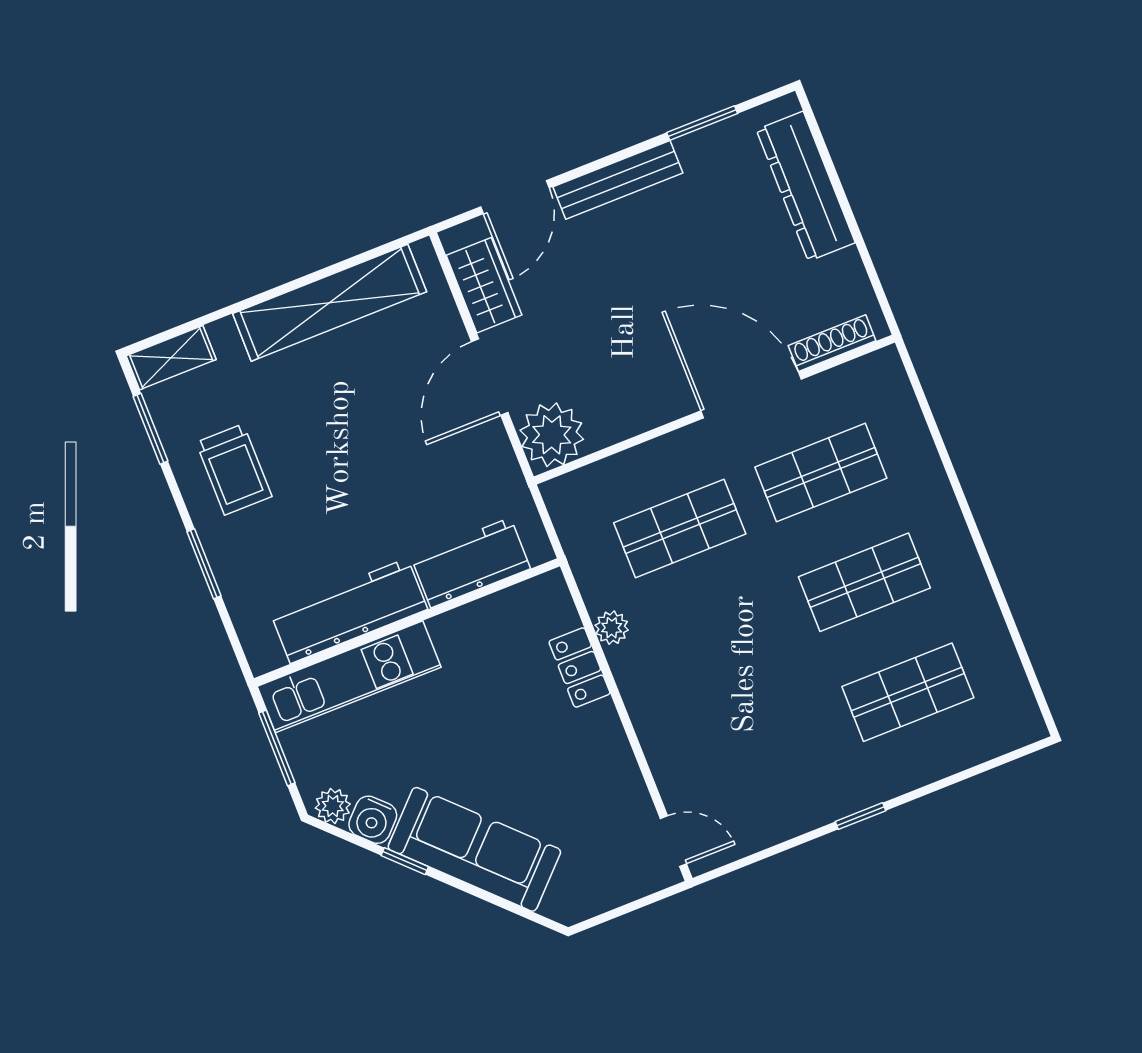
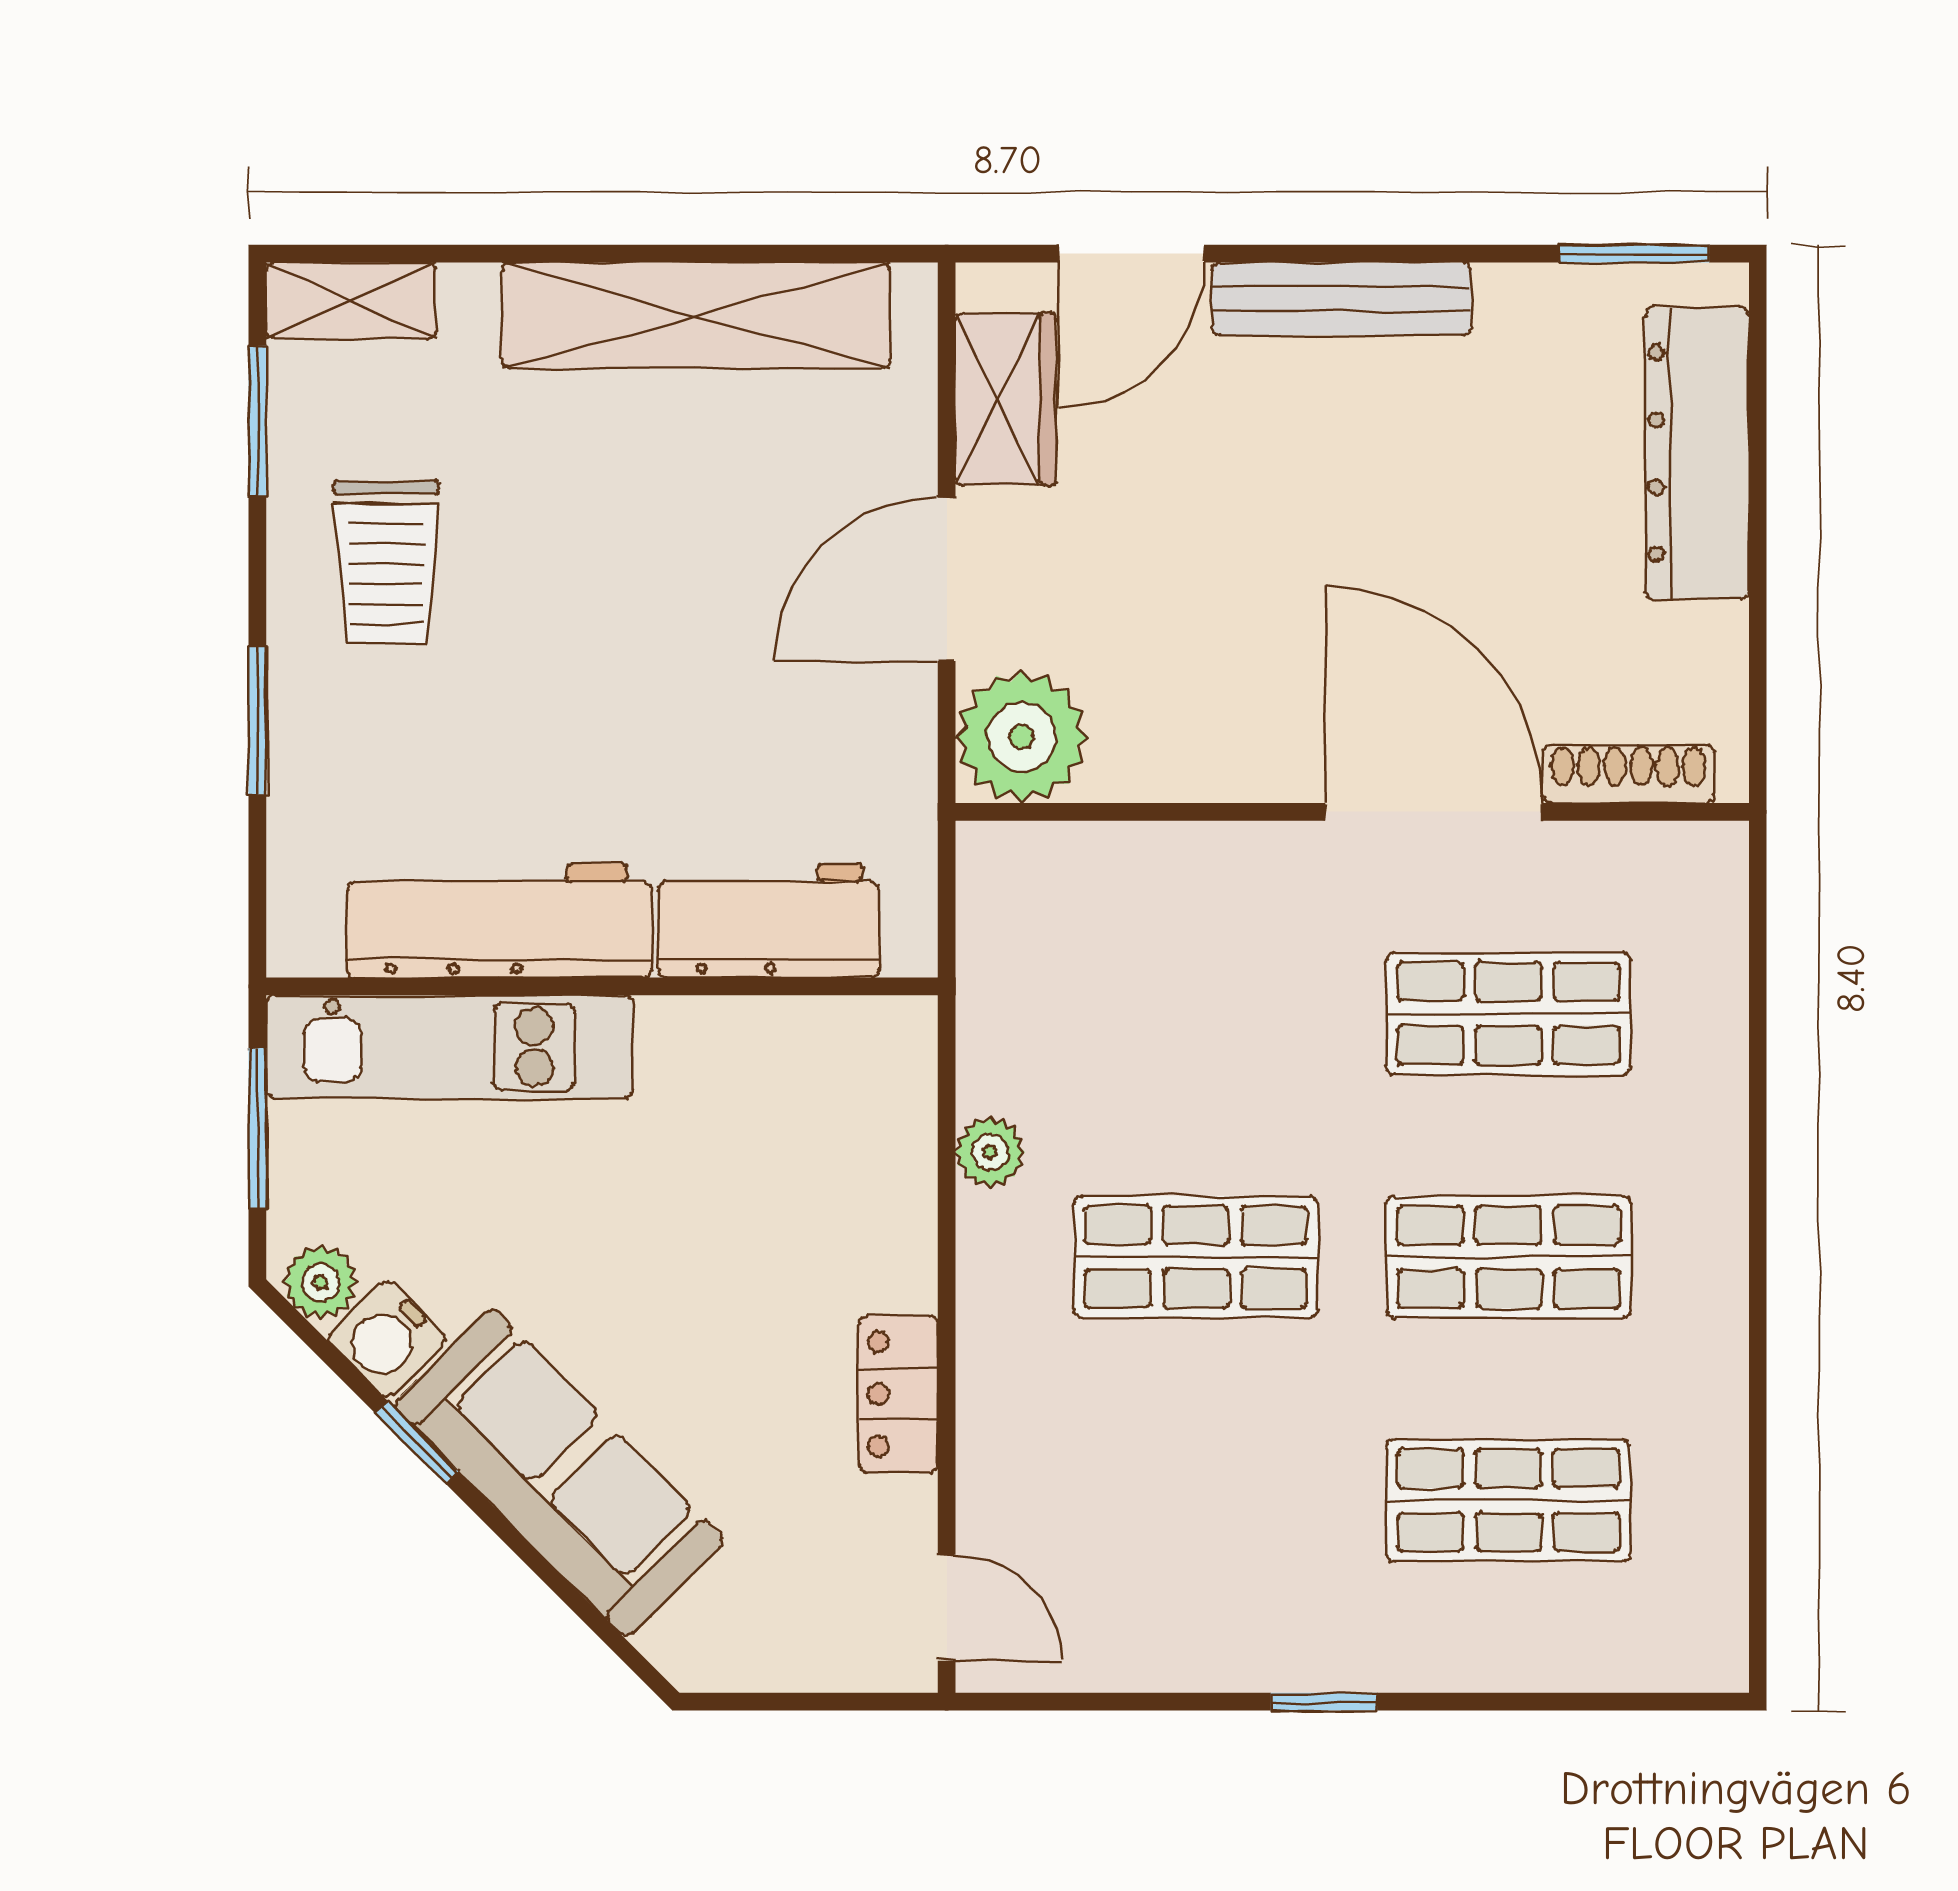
window: (702, 123) -> (1634, 254), moved
shop shelf: (680, 528) -> (1196, 1257), moved
locker: (579, 667) -> (898, 1394), moved

